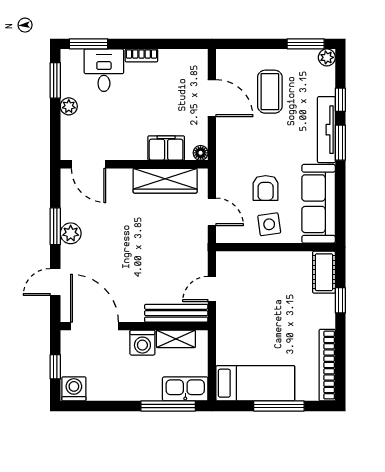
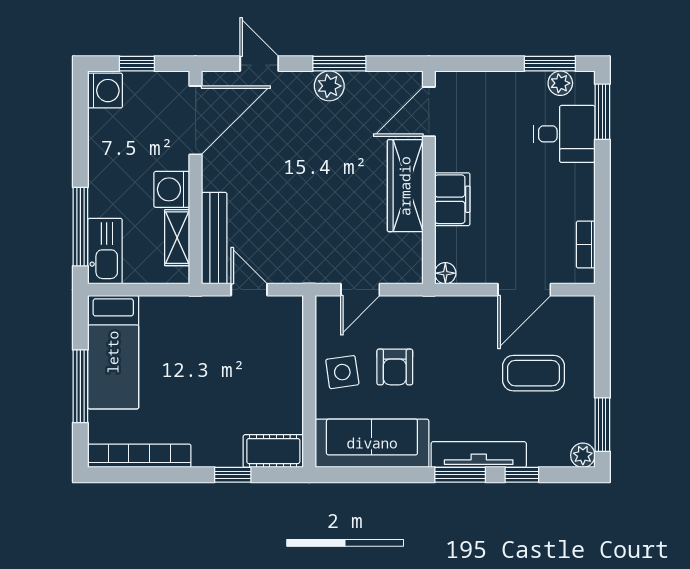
bookcase: (141, 55) -> (586, 244), moved
plant: (69, 106) -> (560, 83), moved
filing cabinet: (166, 148) -> (452, 199), moved
wardrobe: (165, 181) -> (405, 186), moved
armchair: (266, 188) -> (395, 367), turned -90

